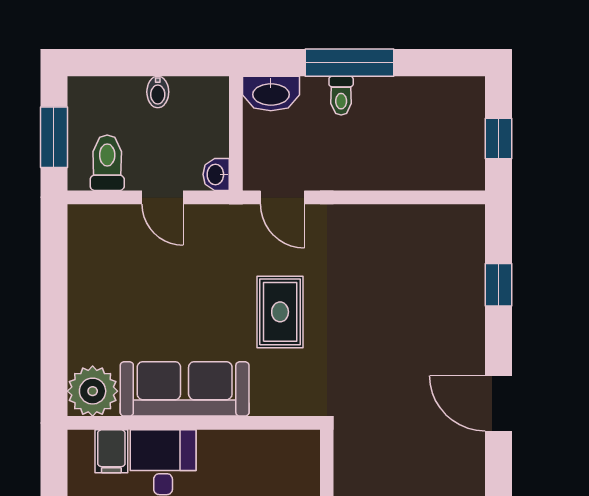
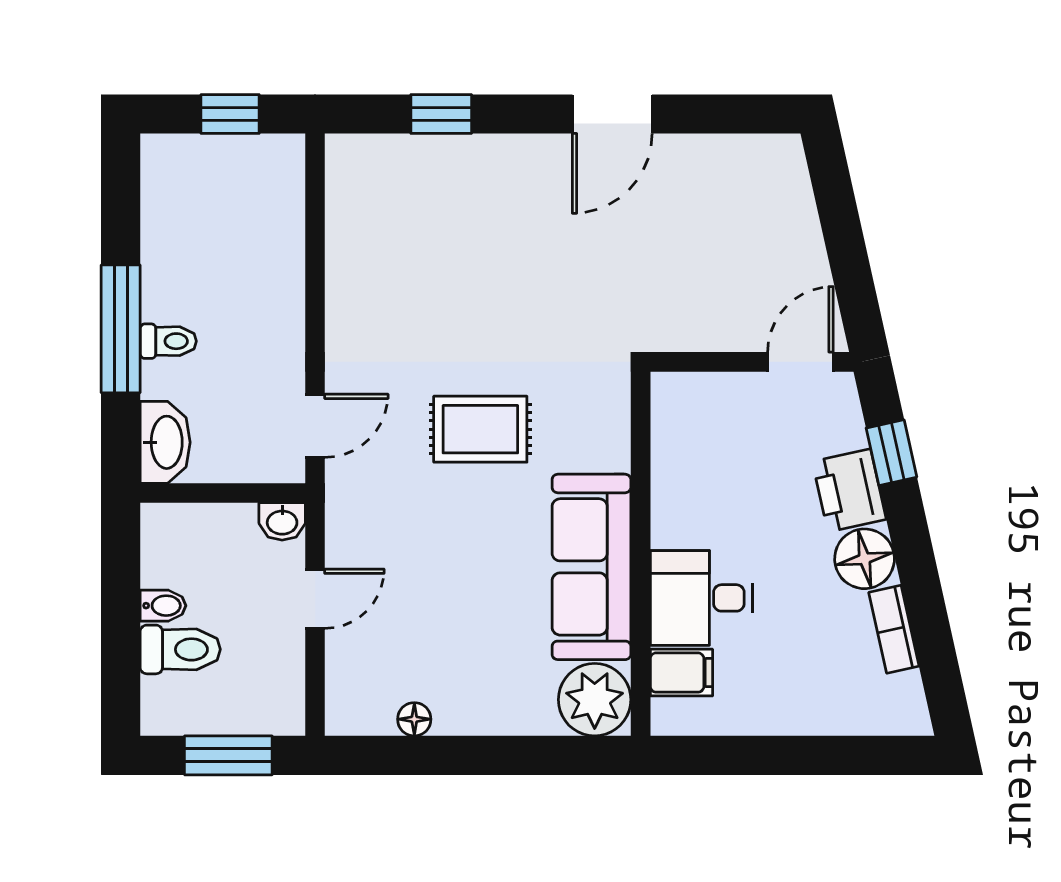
toilet: (107, 163) -> (180, 649), moved, turned 180
floor lamp: (79, 266) -> (414, 719), added

